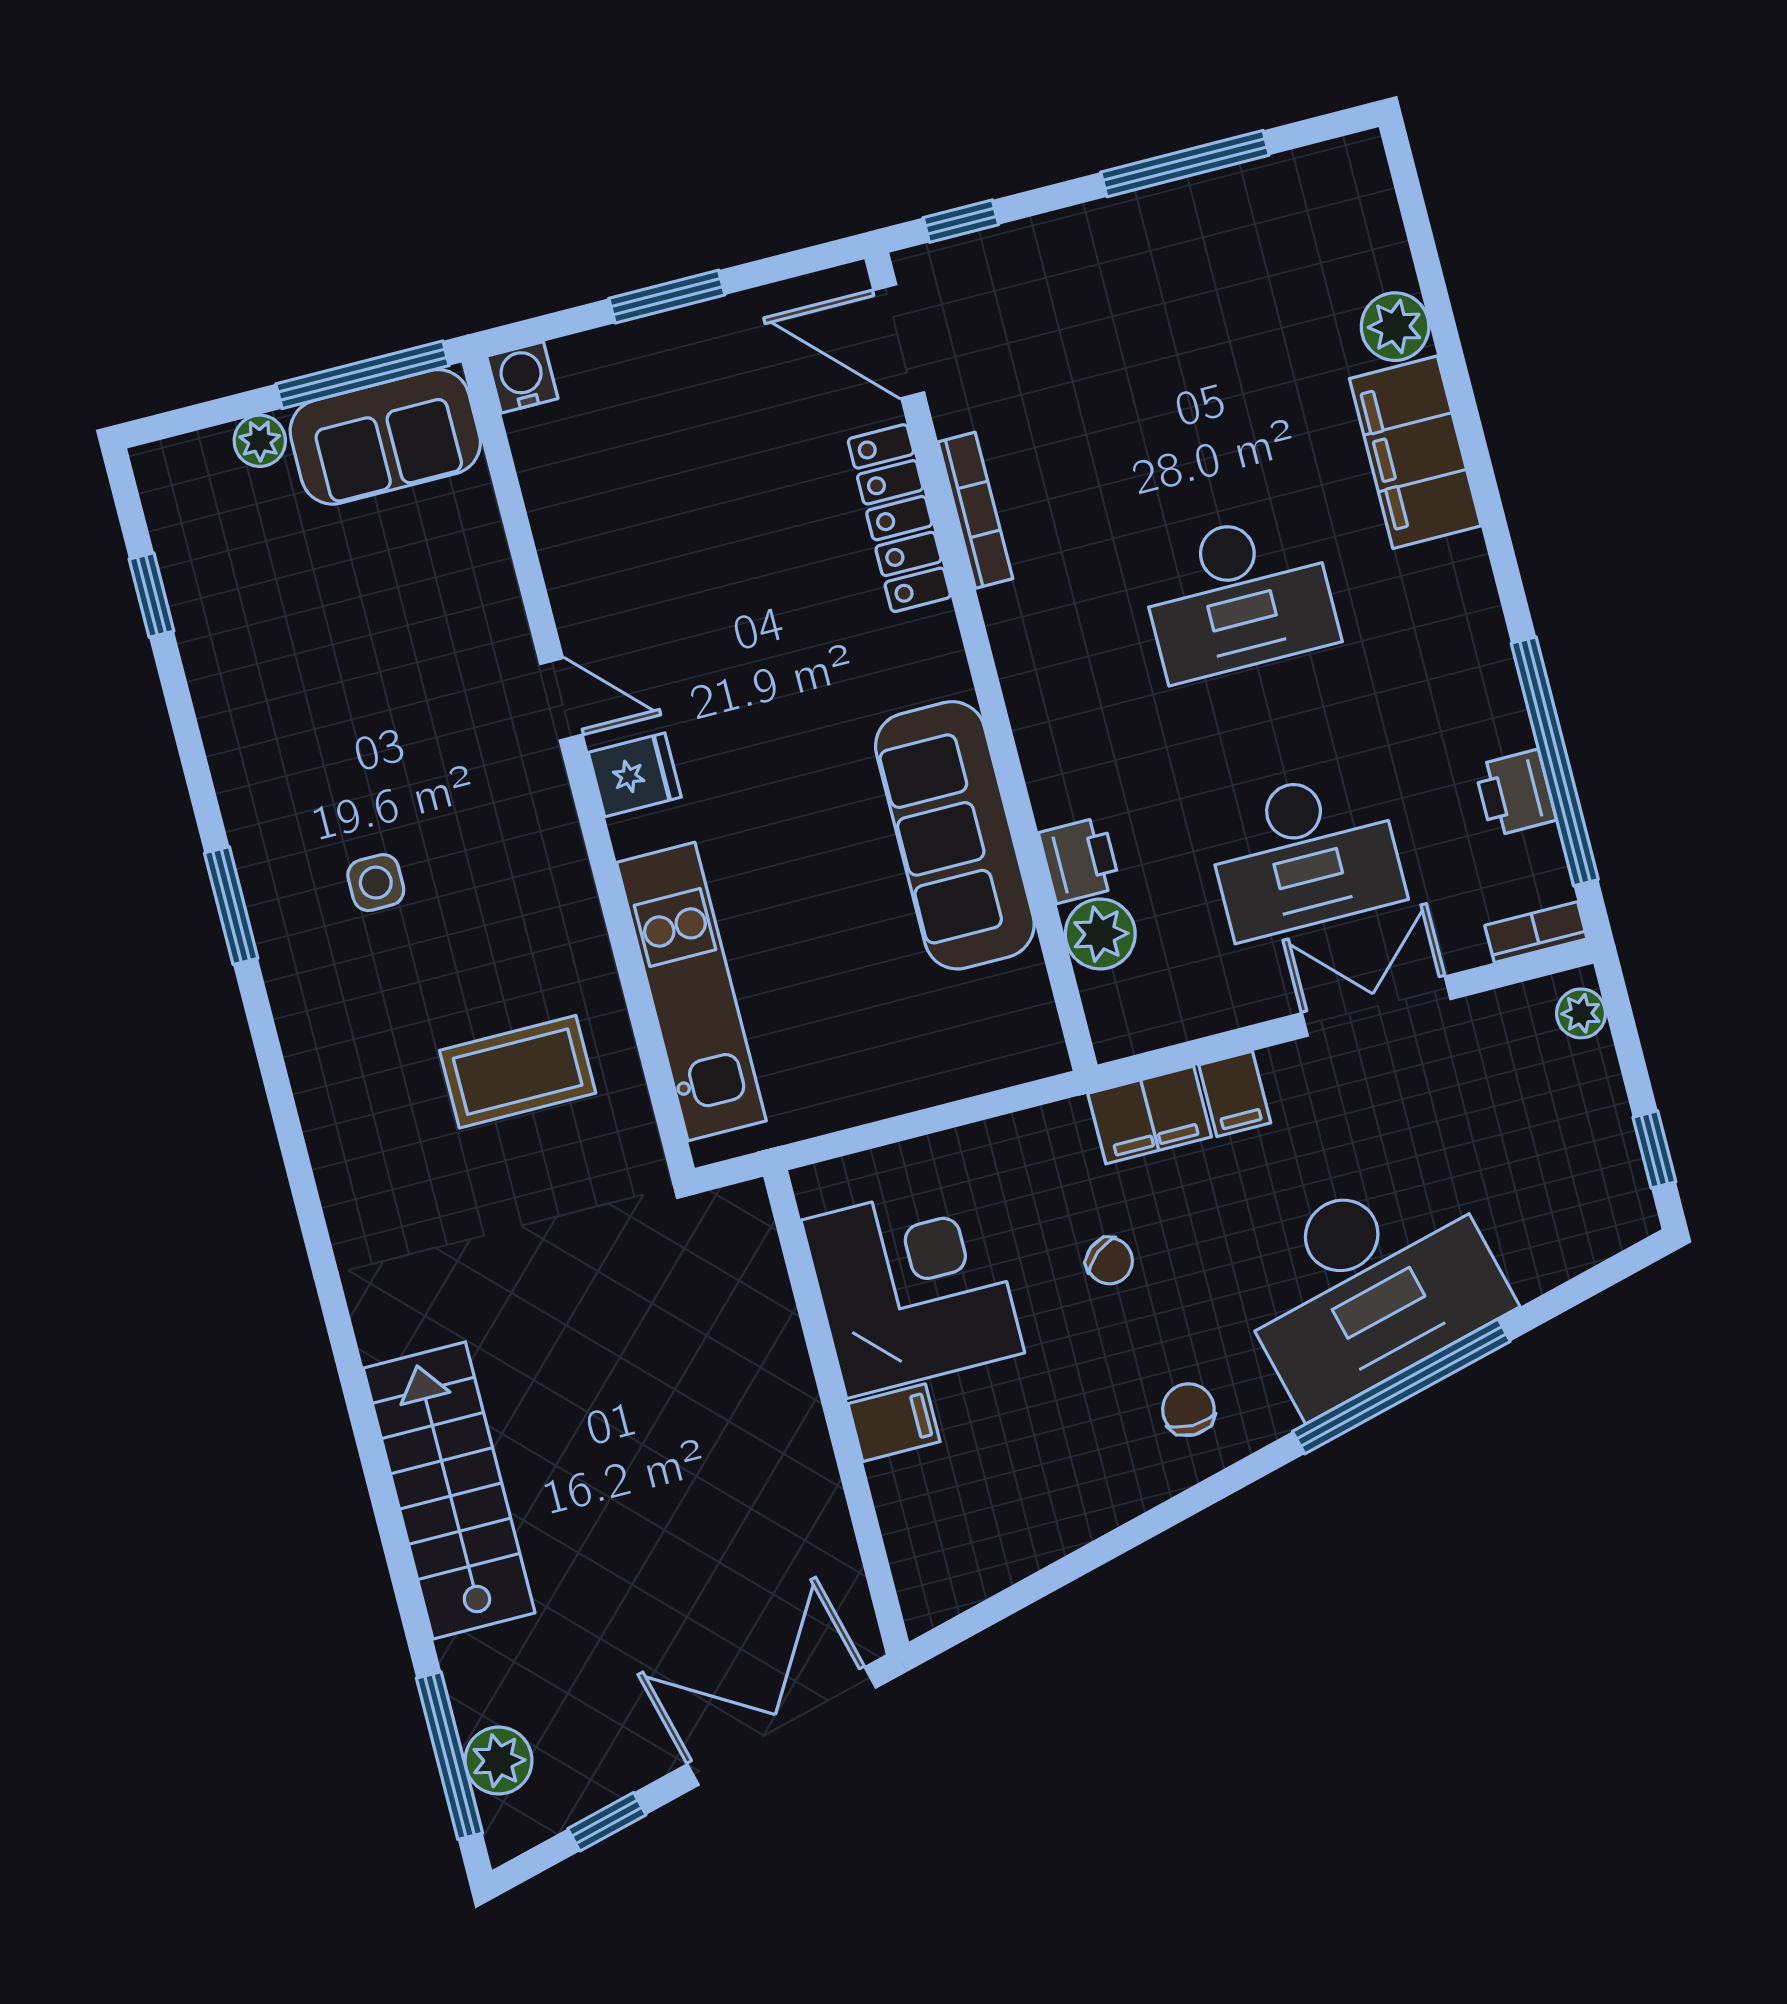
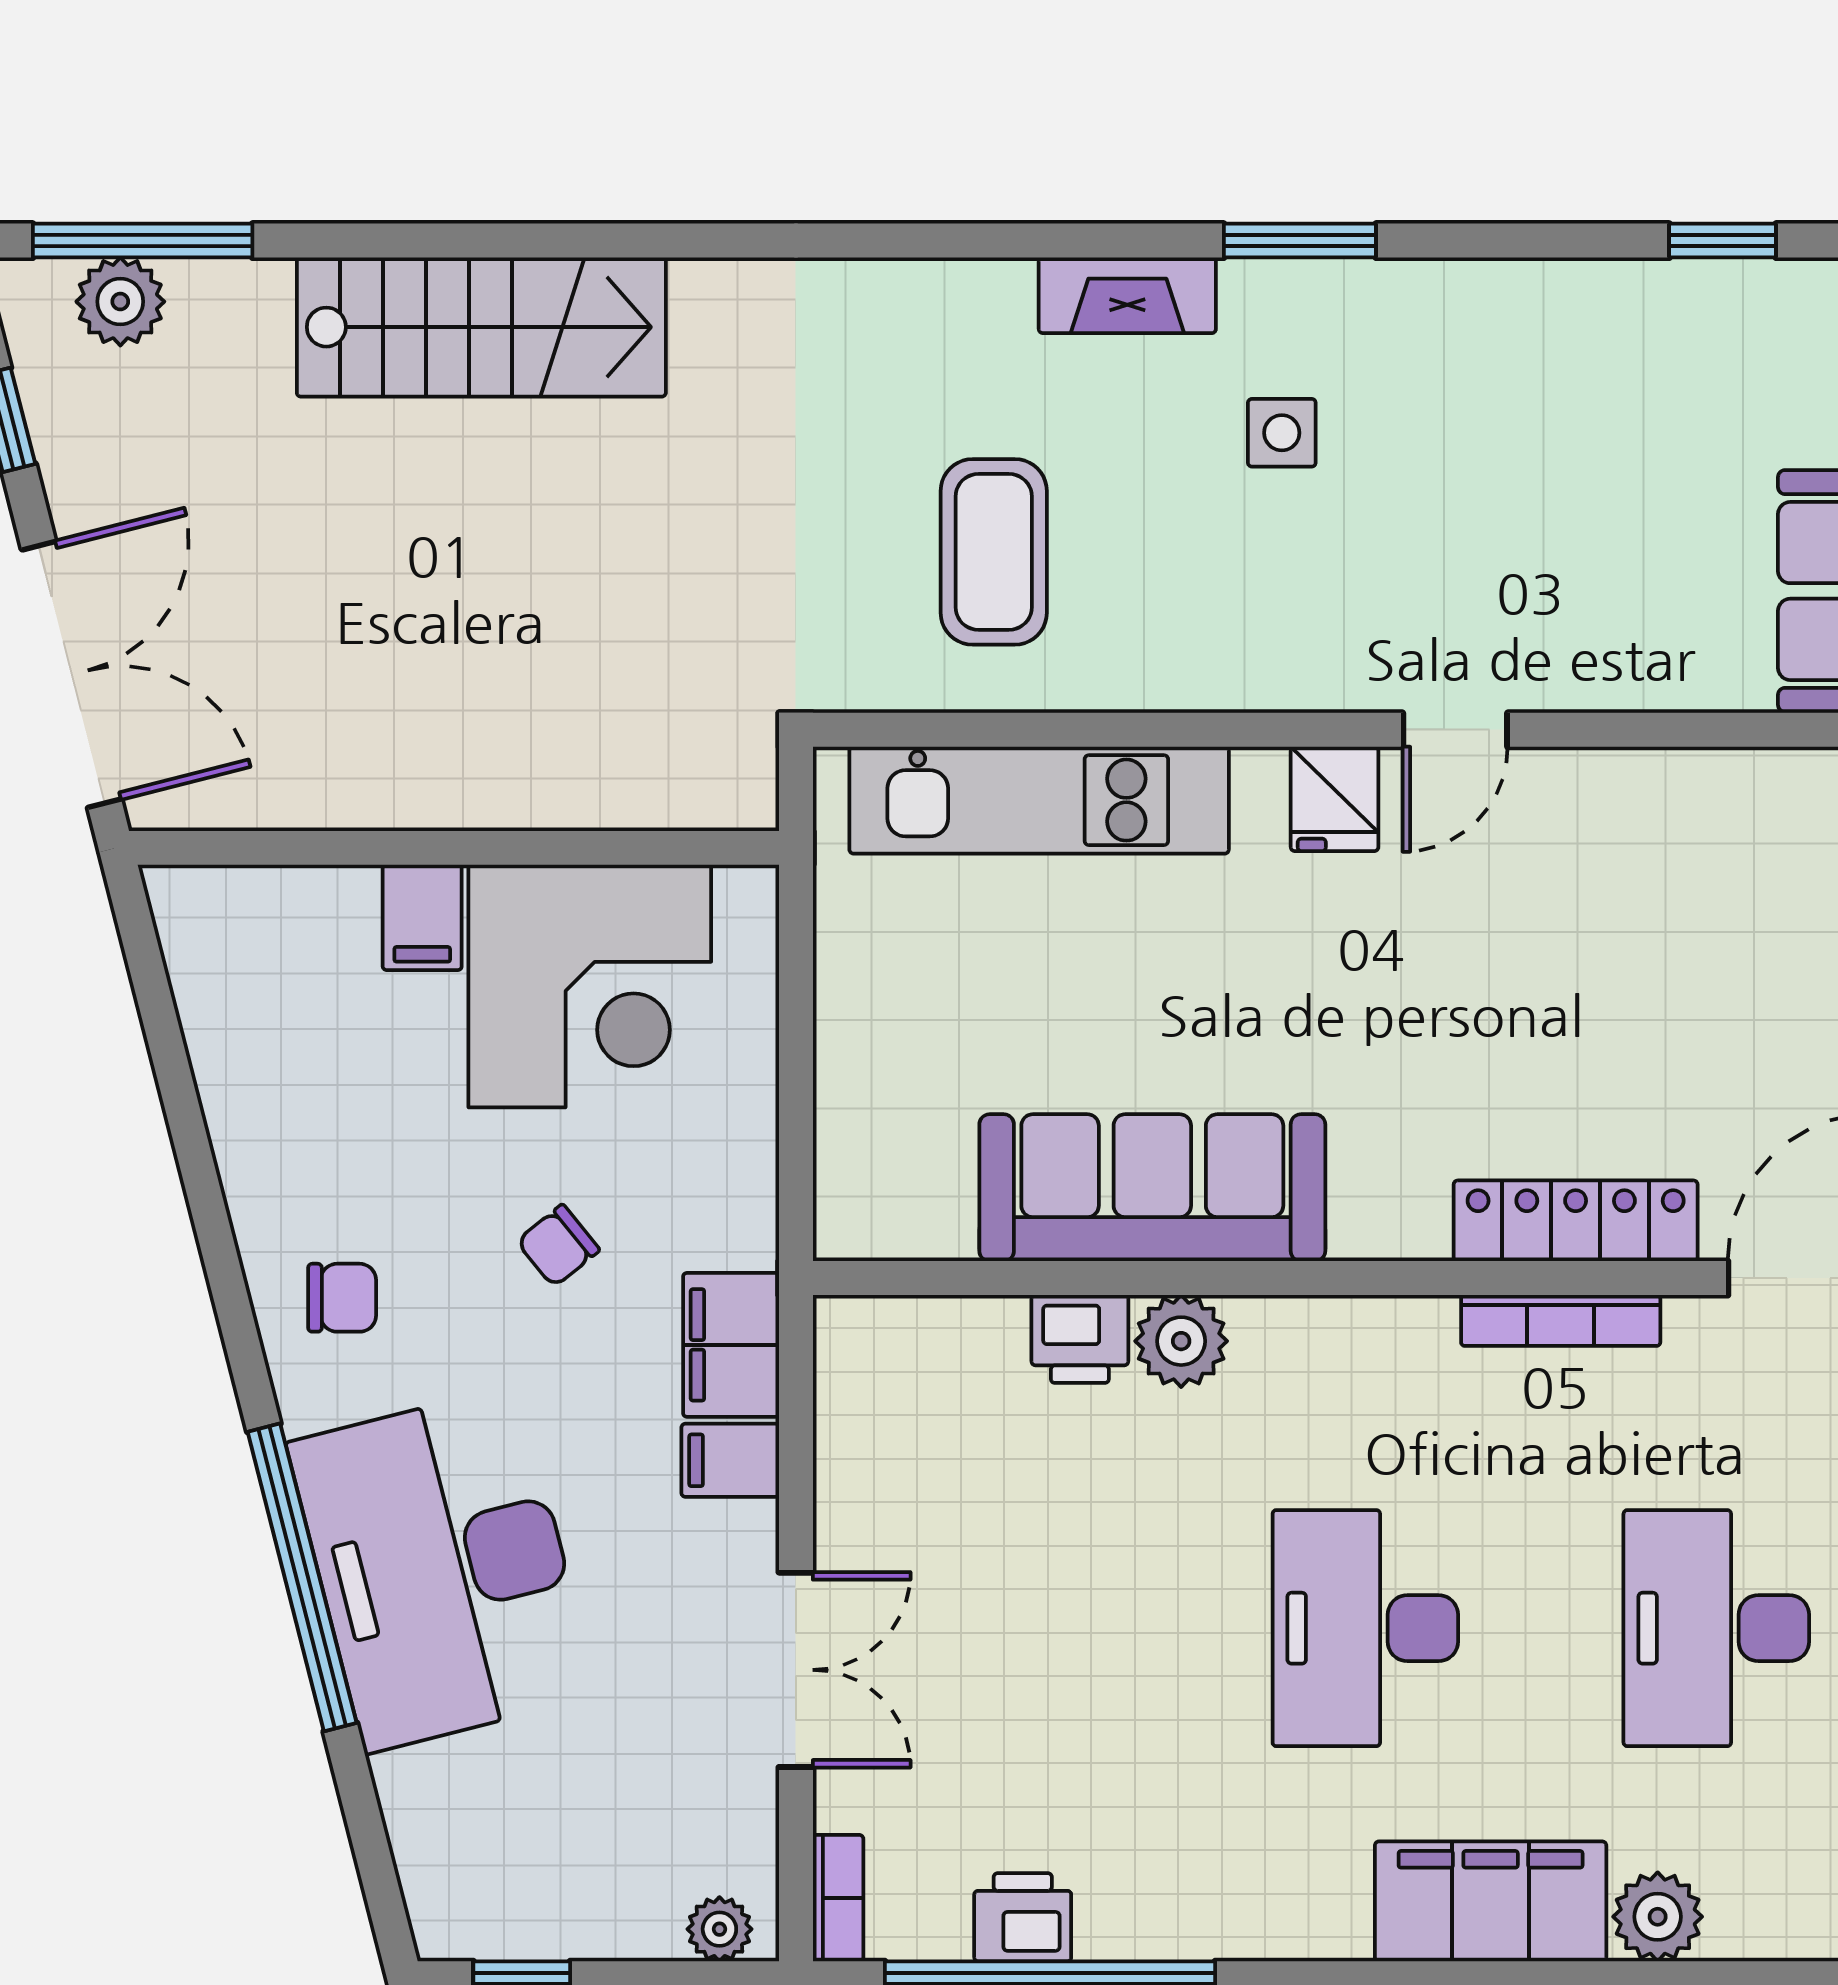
desk: (1304, 854) -> (1716, 1628), moved
plant: (1100, 934) -> (1181, 1341), moved
fireplace: (304, 1022) -> (1127, 295), added

